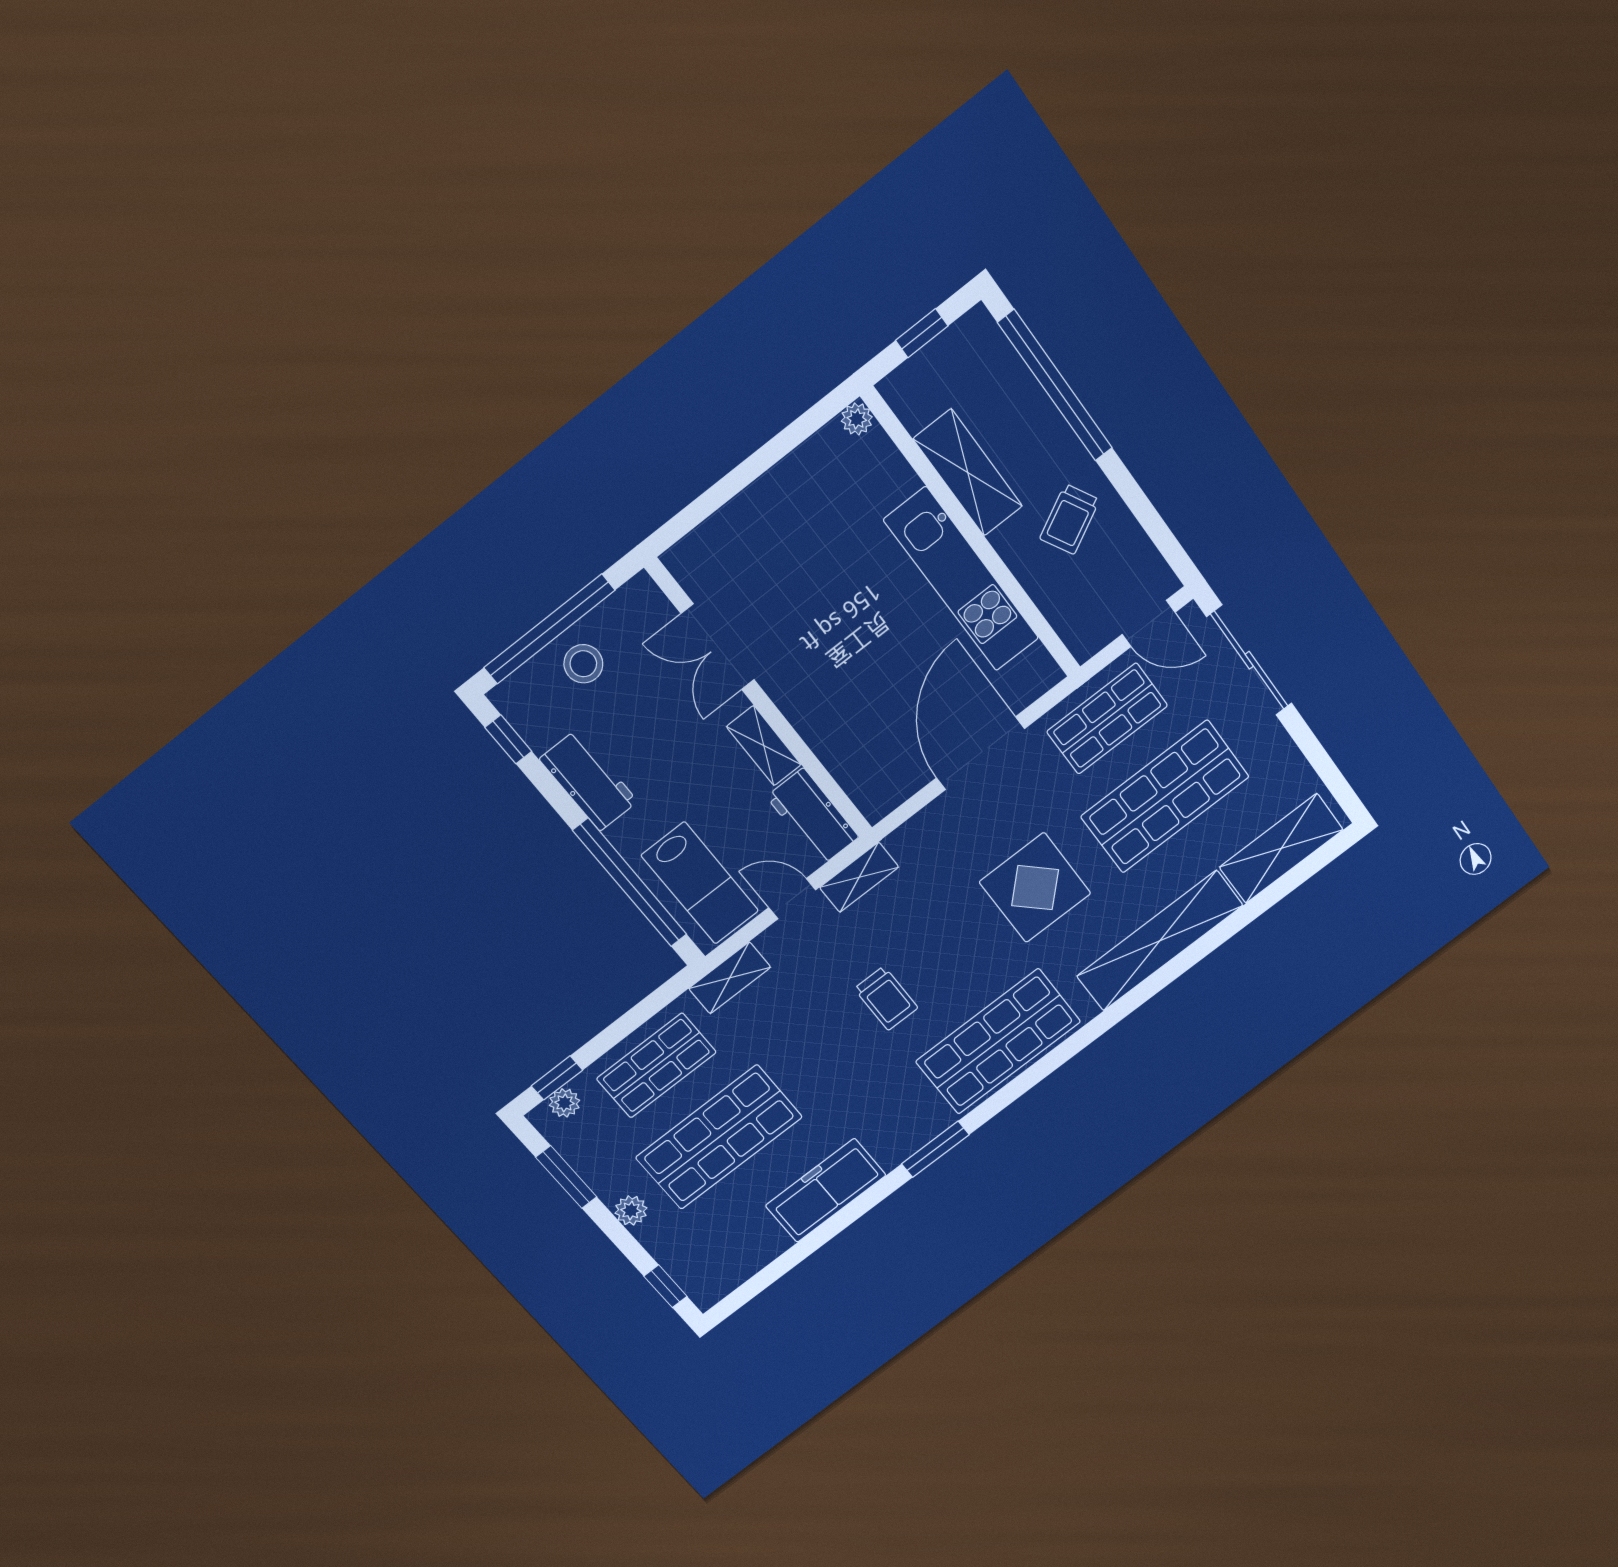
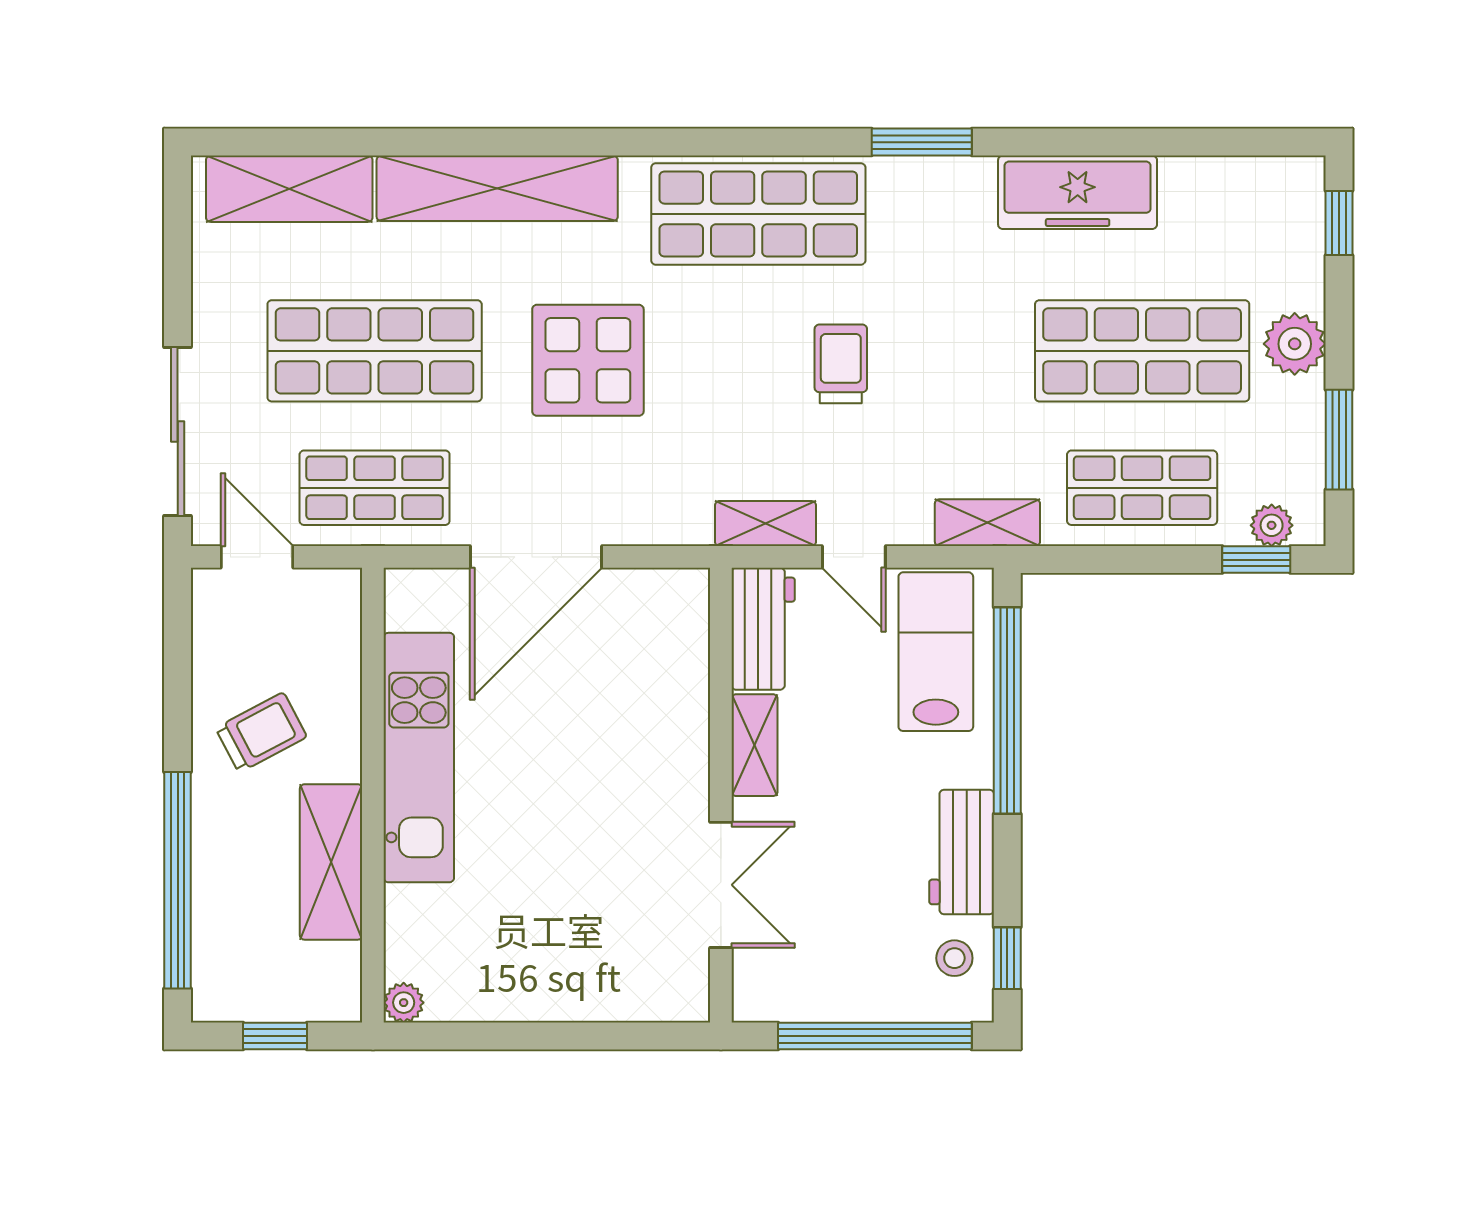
stool: (583, 664) -> (954, 958), moved, width x0.73, depth x0.73
plant: (631, 1211) -> (1295, 344), width x1.38, depth x1.38

